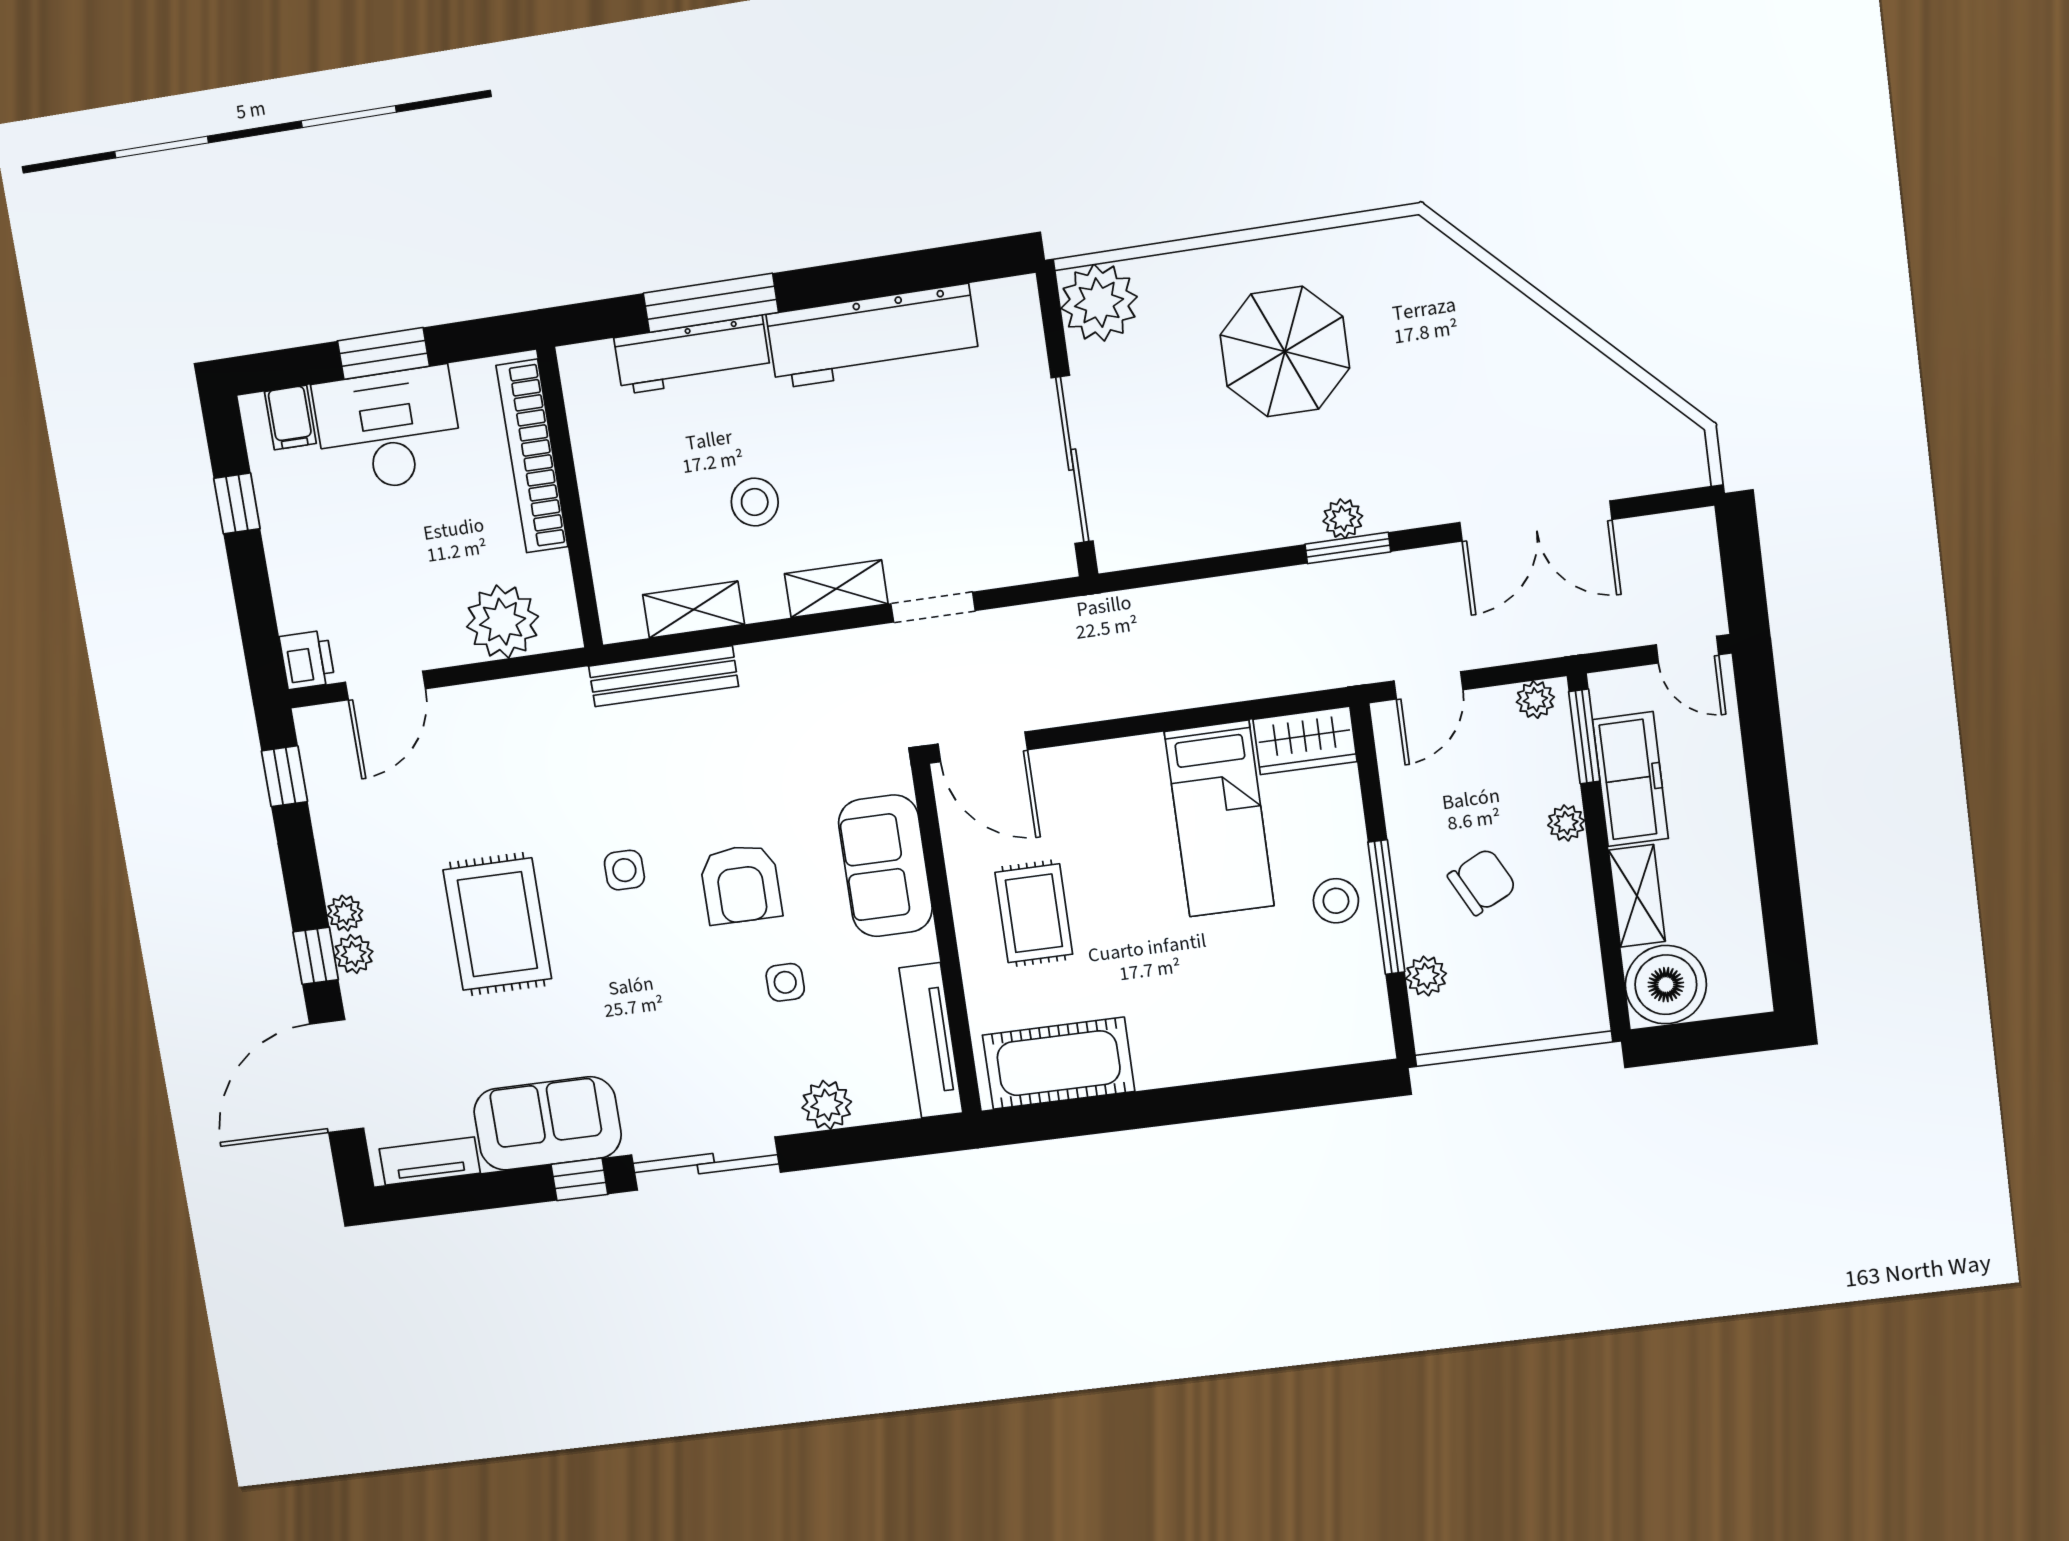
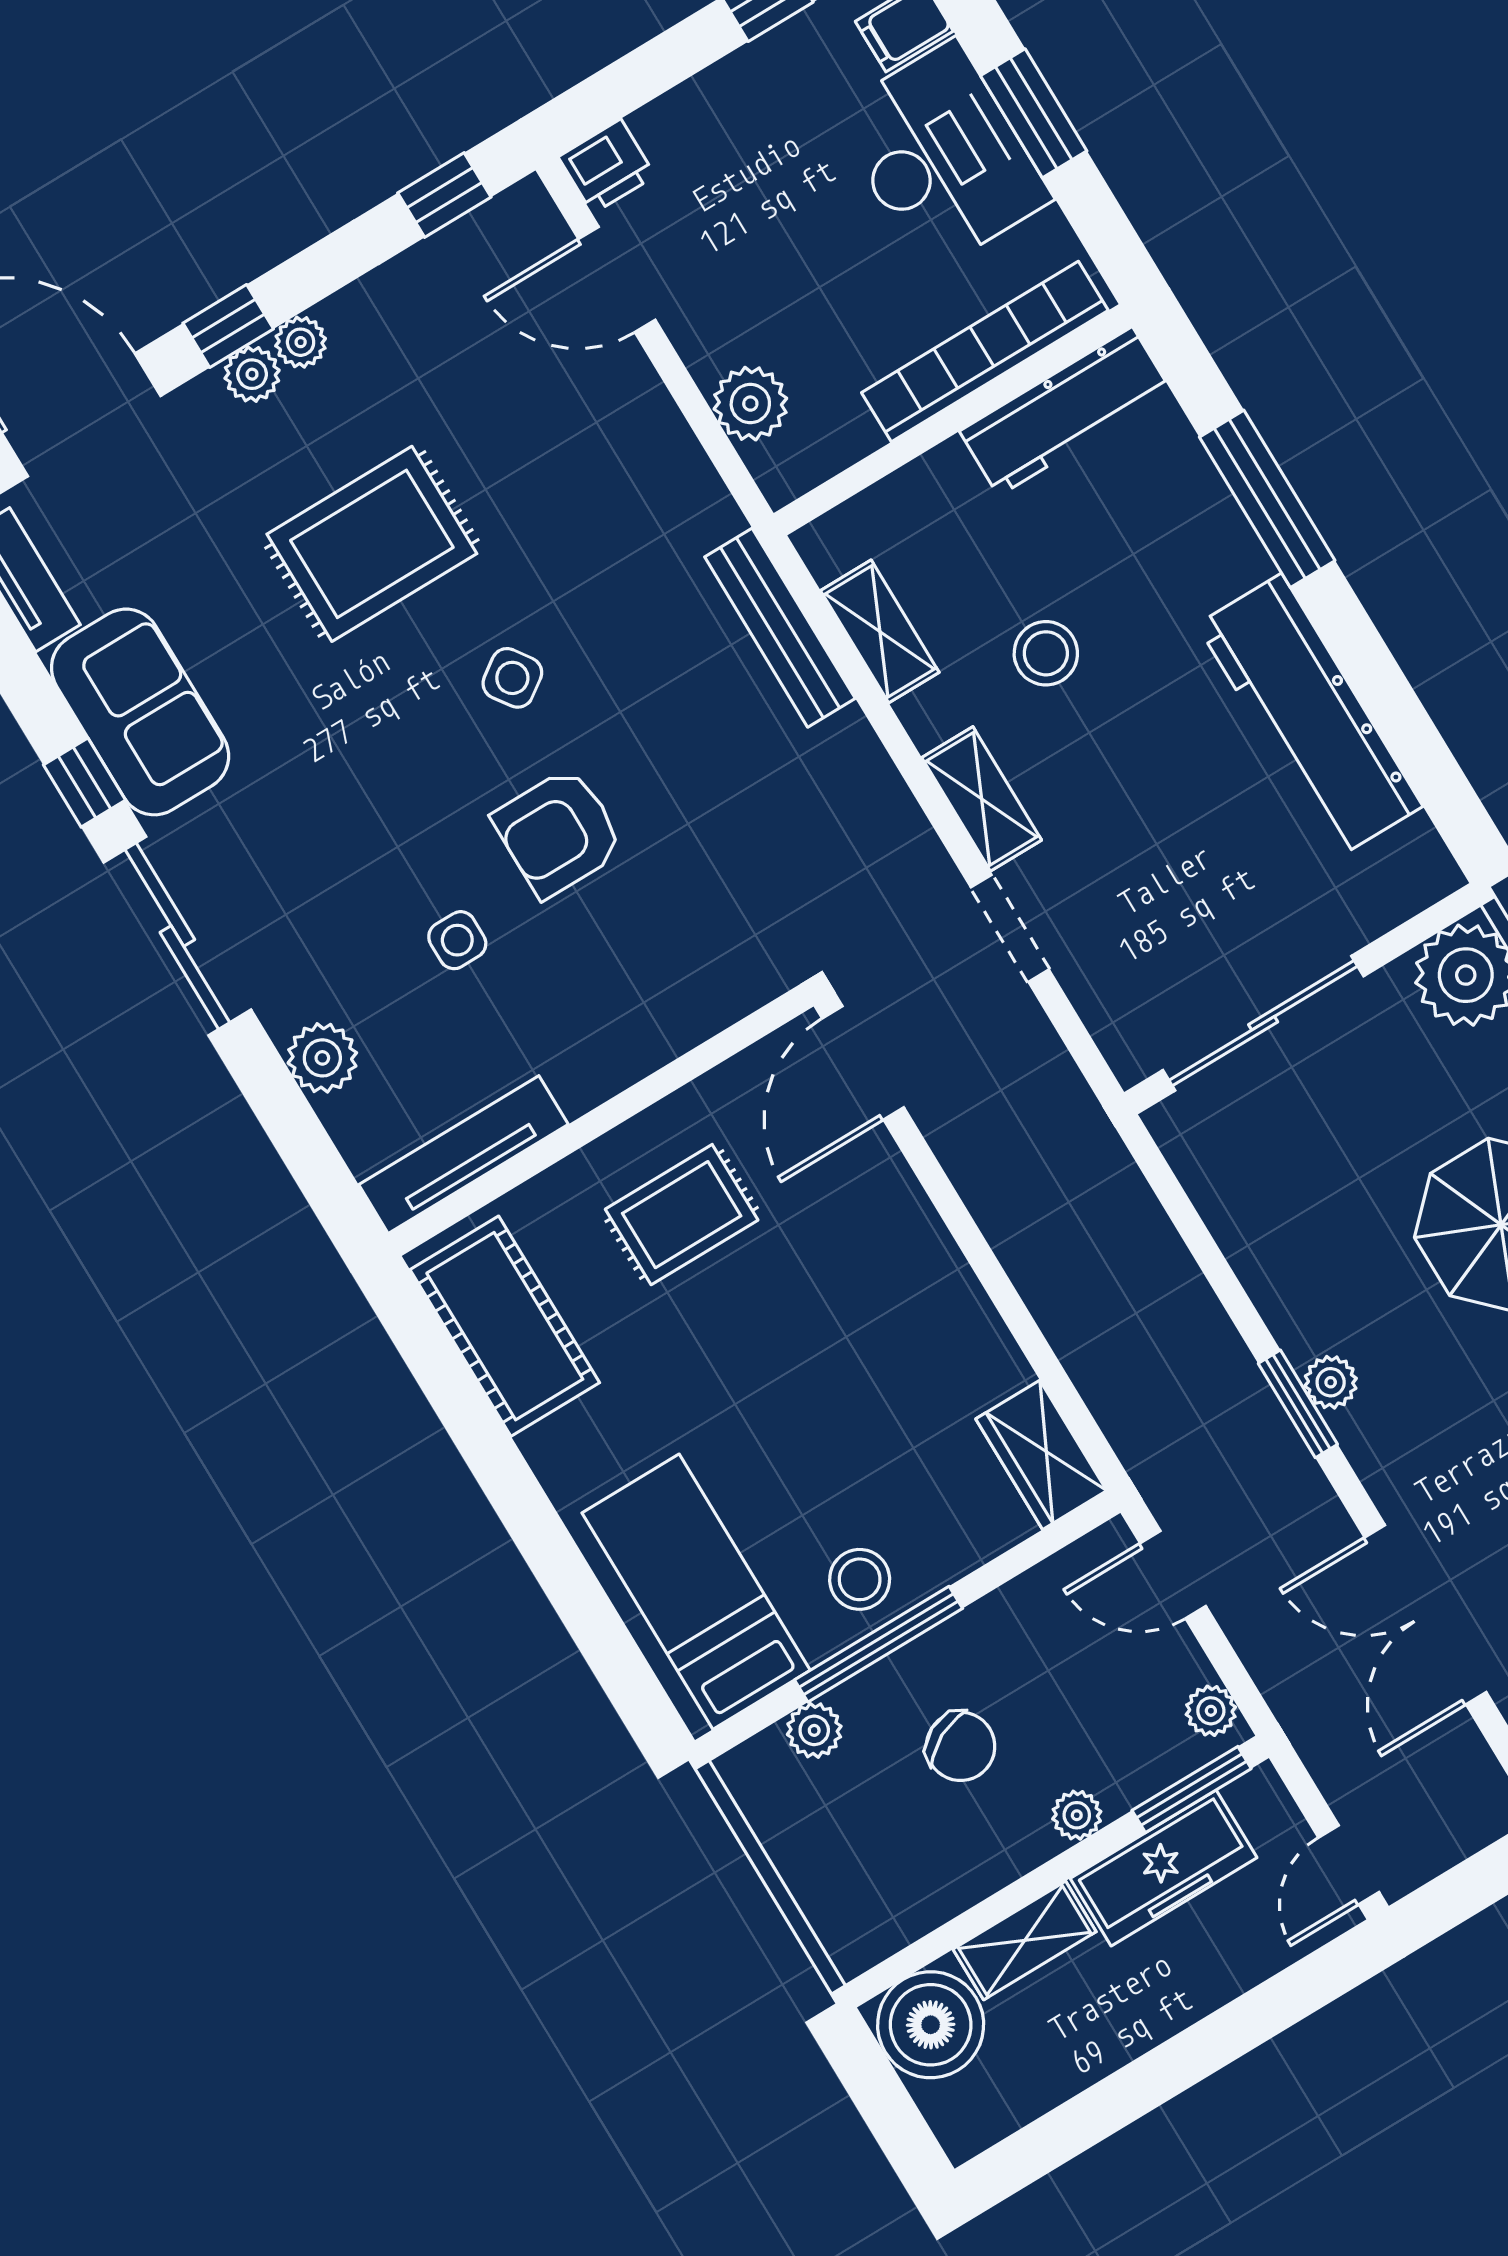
workbench: (692, 355) -> (1065, 411), moved, turned -90
plant: (503, 622) -> (750, 404), width x0.73, depth x0.73
bed: (1219, 819) -> (696, 1592), moved, turned 90
sofa: (885, 866) -> (661, 1004), removed
side table: (624, 870) -> (512, 678), turned -35

